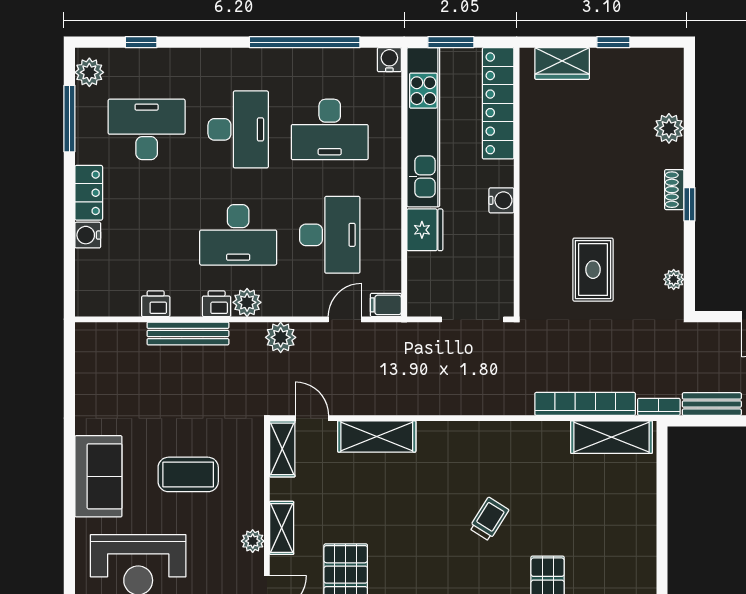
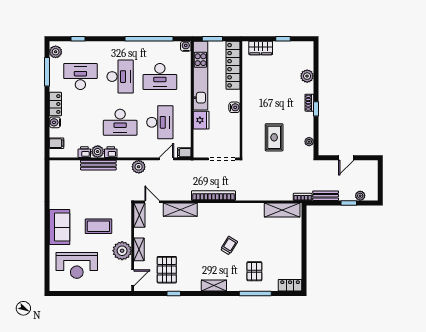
filing cabinet: (91, 283) -> (57, 143), added
plant: (247, 302) -> (98, 152), moved
bookcase: (585, 404) -> (213, 196), moved
plant: (253, 541) -> (122, 251), width x1.88, depth x1.88

